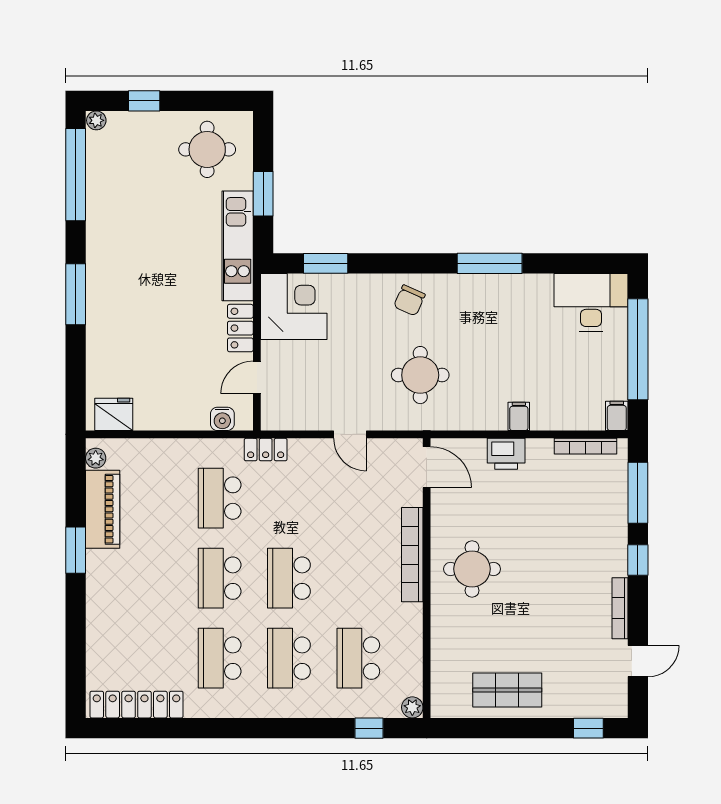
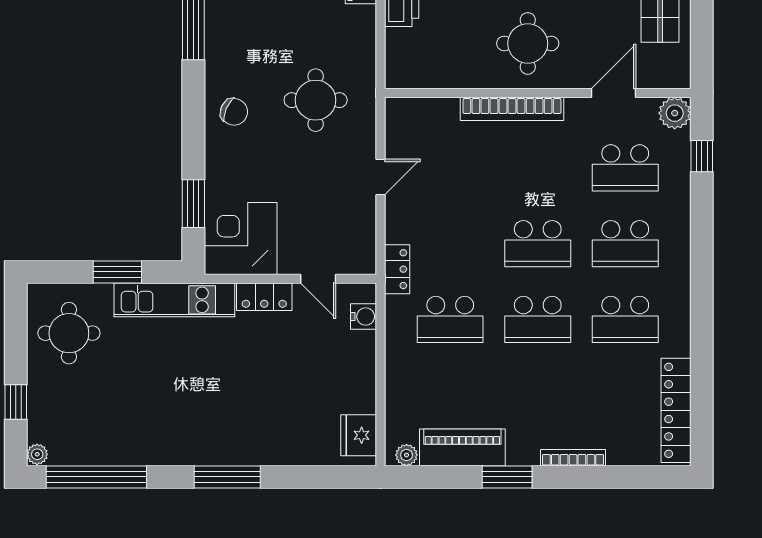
door: (427, 467) -> (614, 93), moved
bookcase: (93, 610) -> (573, 458), added
plant: (412, 707) -> (675, 113), width x1.38, depth x1.38

